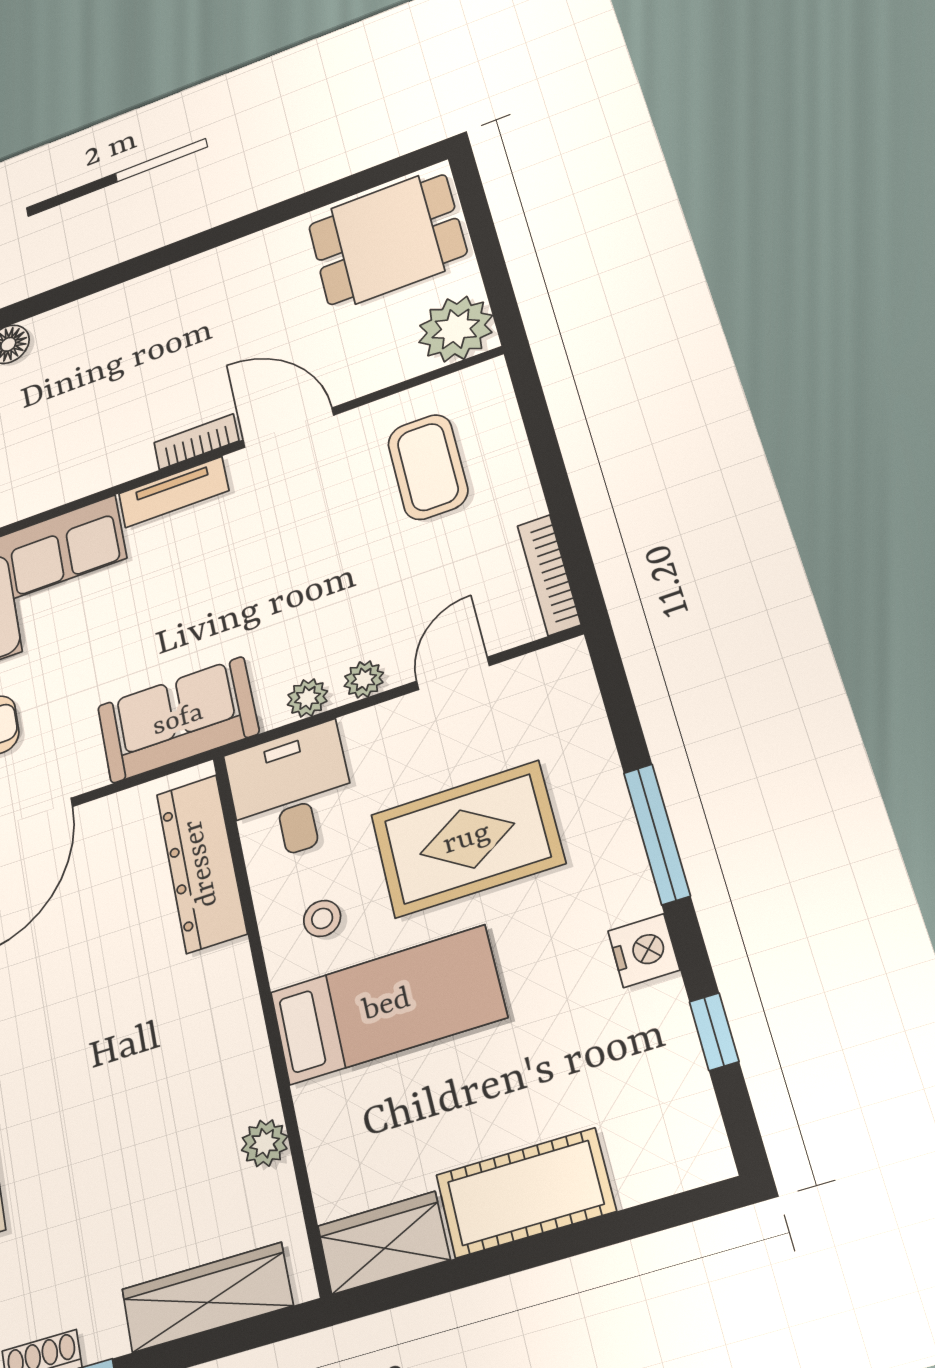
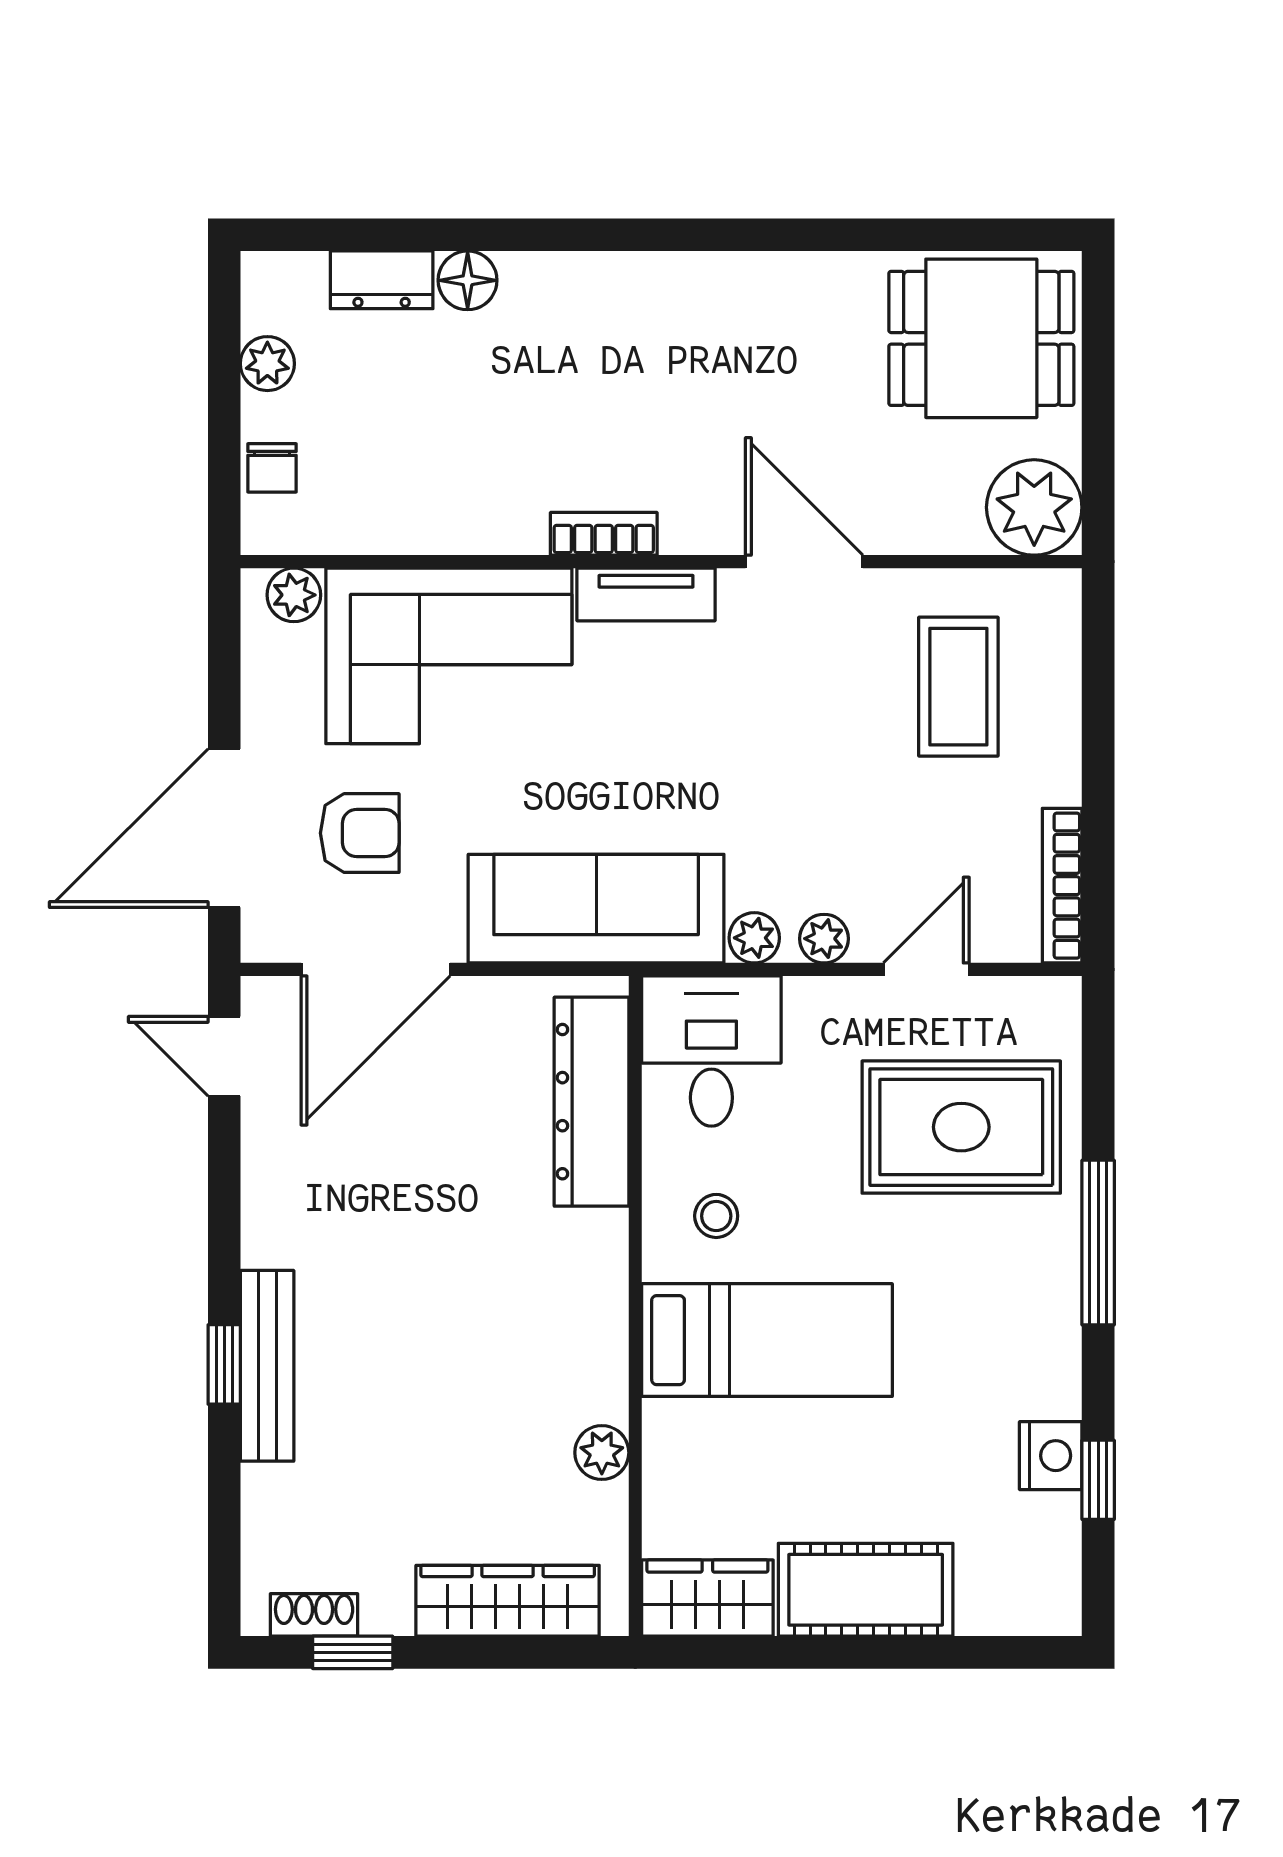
bookcase: (196, 442) -> (604, 534), moved
sofa: (178, 720) -> (596, 909), width x1.36
rug: (467, 839) -> (961, 1127), moved
nightstand: (644, 951) -> (1051, 1456), moved

